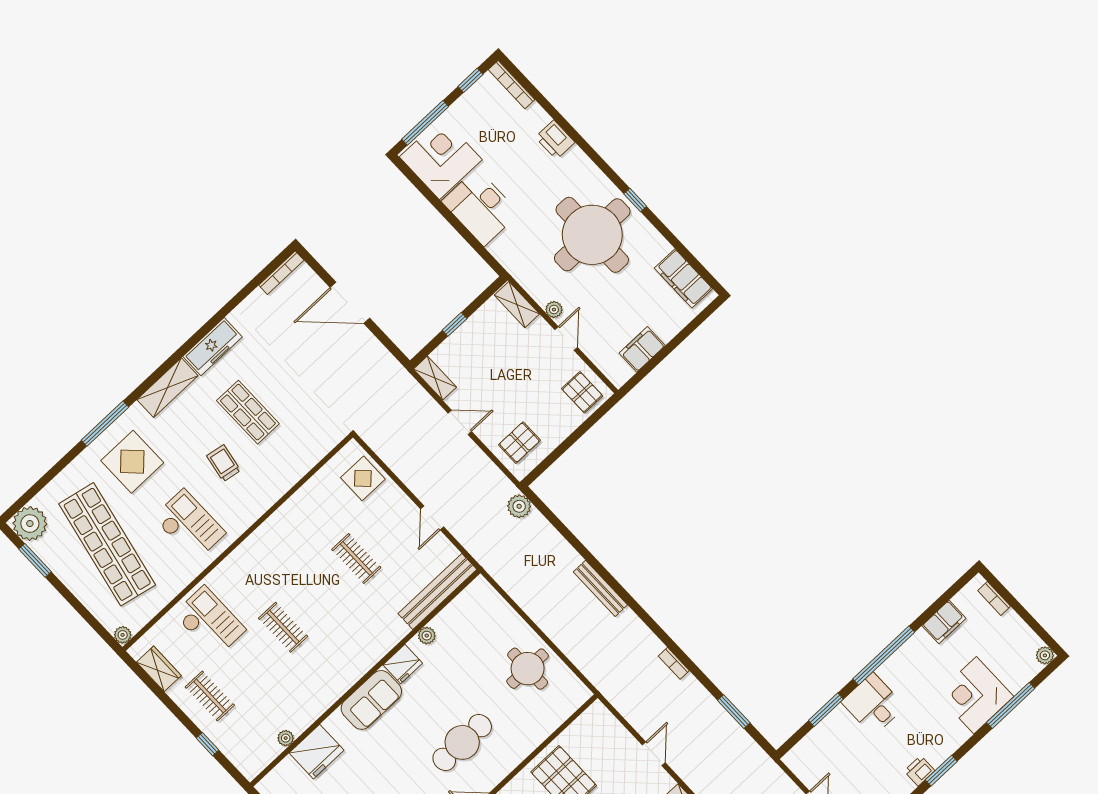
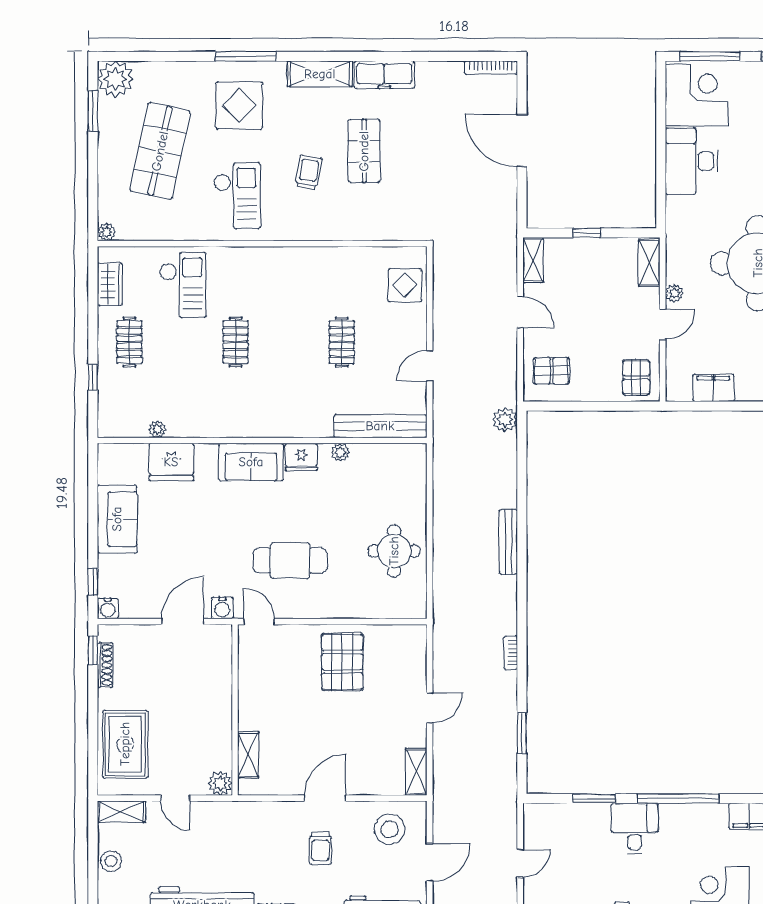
shop shelf: (107, 544) -> (160, 151), width x0.71

